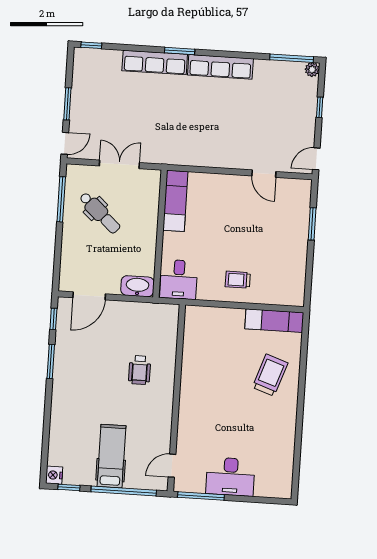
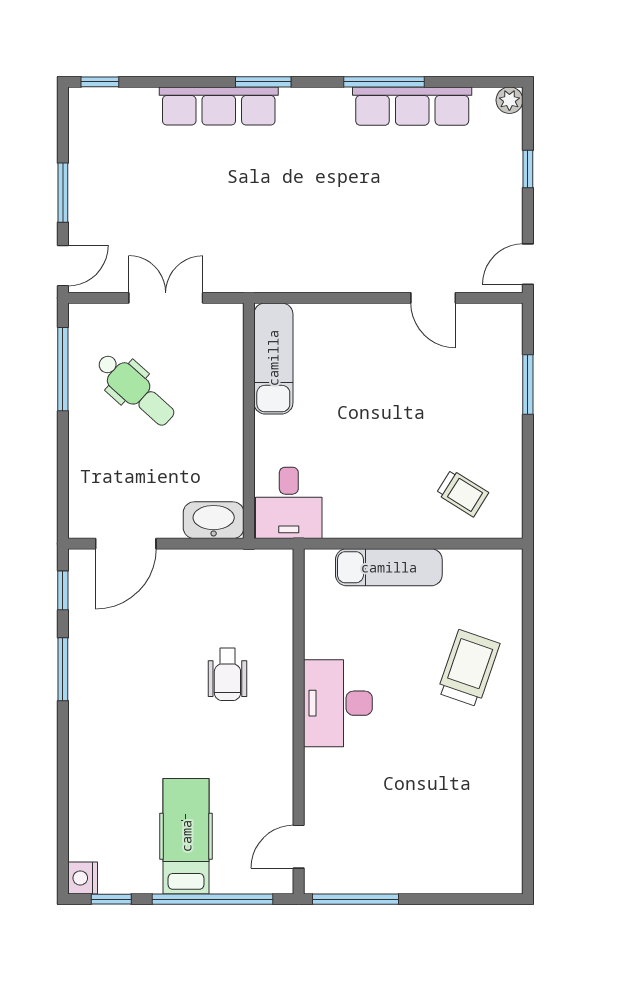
window: (292, 58) -> (384, 82), moved
row of seats: (220, 67) -> (412, 106), moved
trolley: (238, 280) -> (462, 493), moved, turned -148
exam couch: (274, 321) -> (389, 567), moved
desk: (230, 477) -> (338, 703), moved, turned 90

